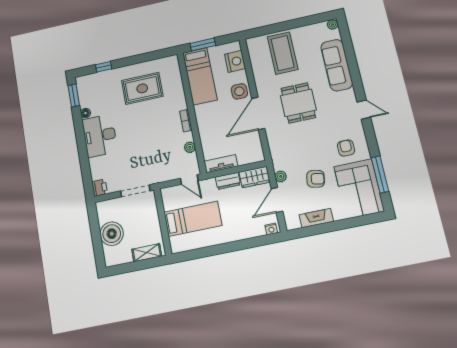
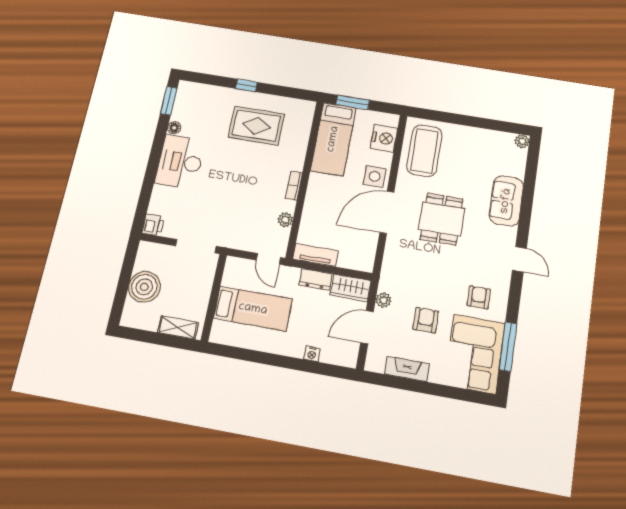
coffee table: (283, 53) -> (424, 151), moved
sofa: (337, 65) -> (506, 201), width x0.73
window: (104, 67) -> (246, 85), moved
armchair: (316, 179) -> (426, 320), turned -100
nightstand: (271, 229) -> (312, 354), moved

